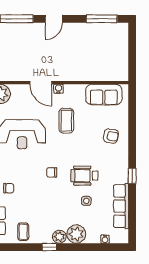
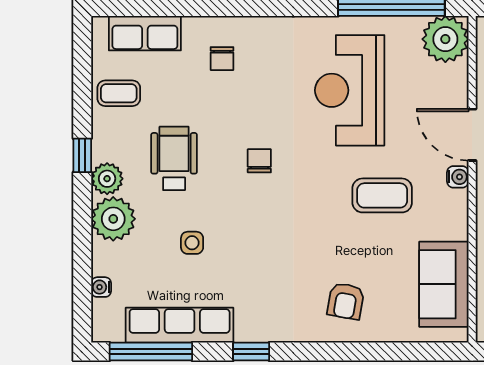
door: (41, 83) -> (472, 135), hinge flipped
wheelchair: (84, 176) -> (174, 158), moved
window: (132, 218) -> (151, 352), added

